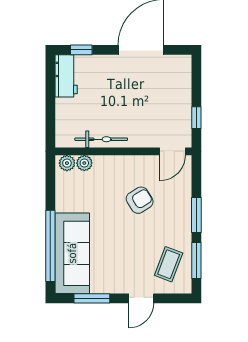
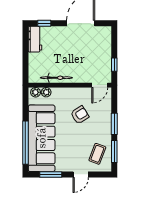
sofa: (72, 253) -> (42, 138), width x1.36, depth x1.27

